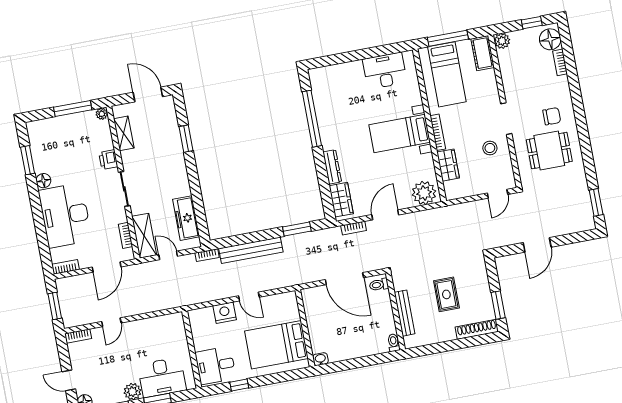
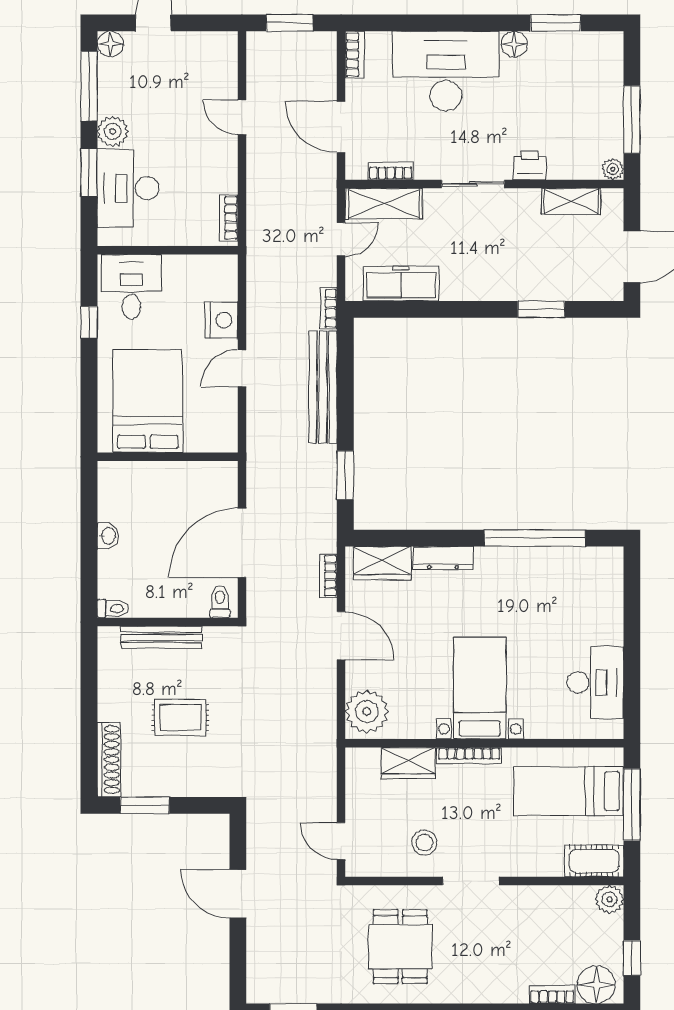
chair: (552, 116) -> (460, 962), removed
bookcase: (78, 336) -> (229, 218), moved
washbasin: (320, 359) -> (108, 536), moved

